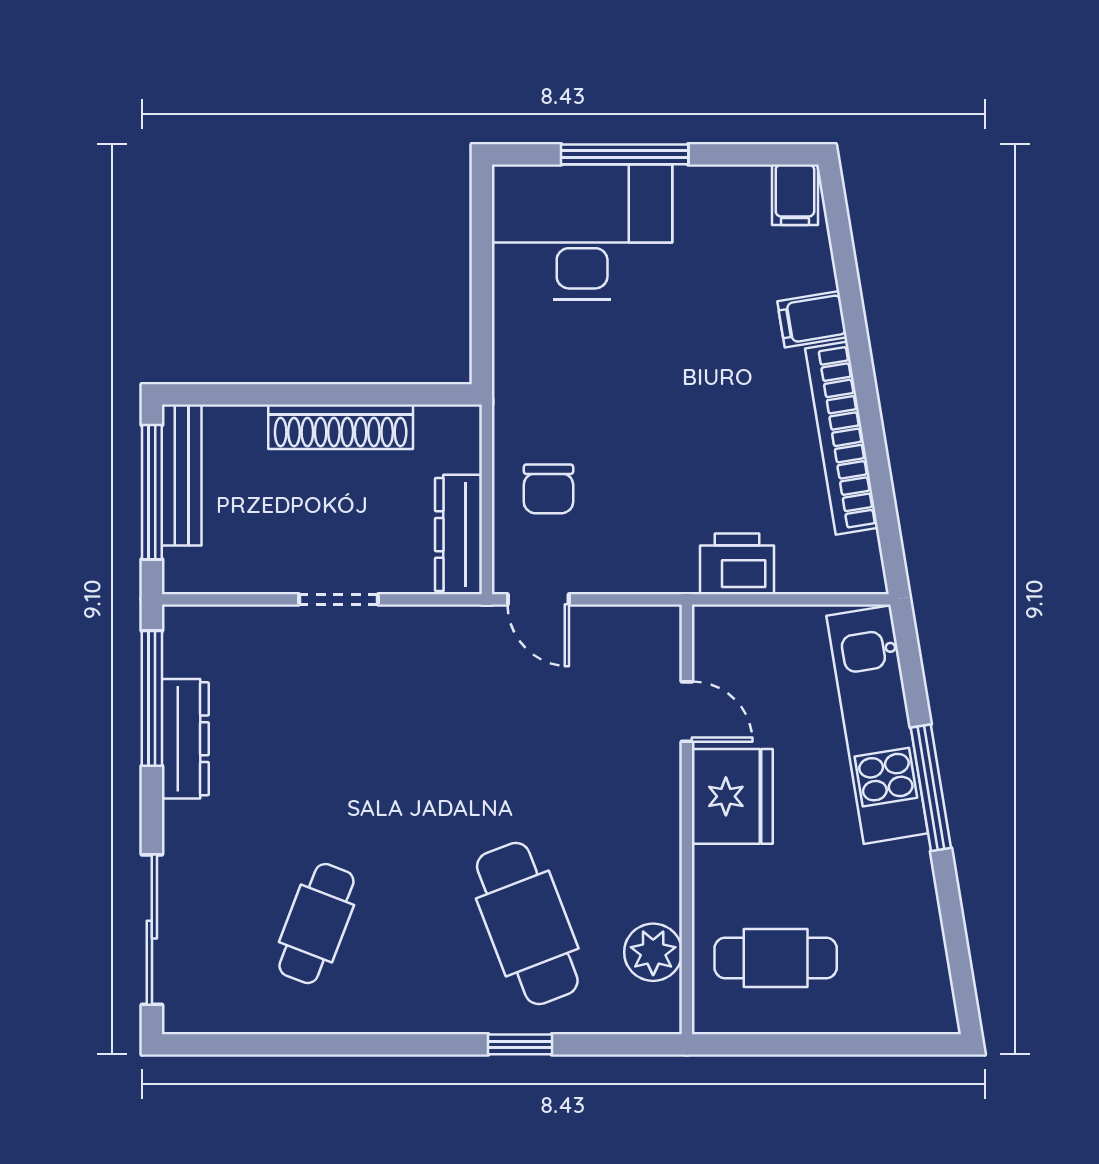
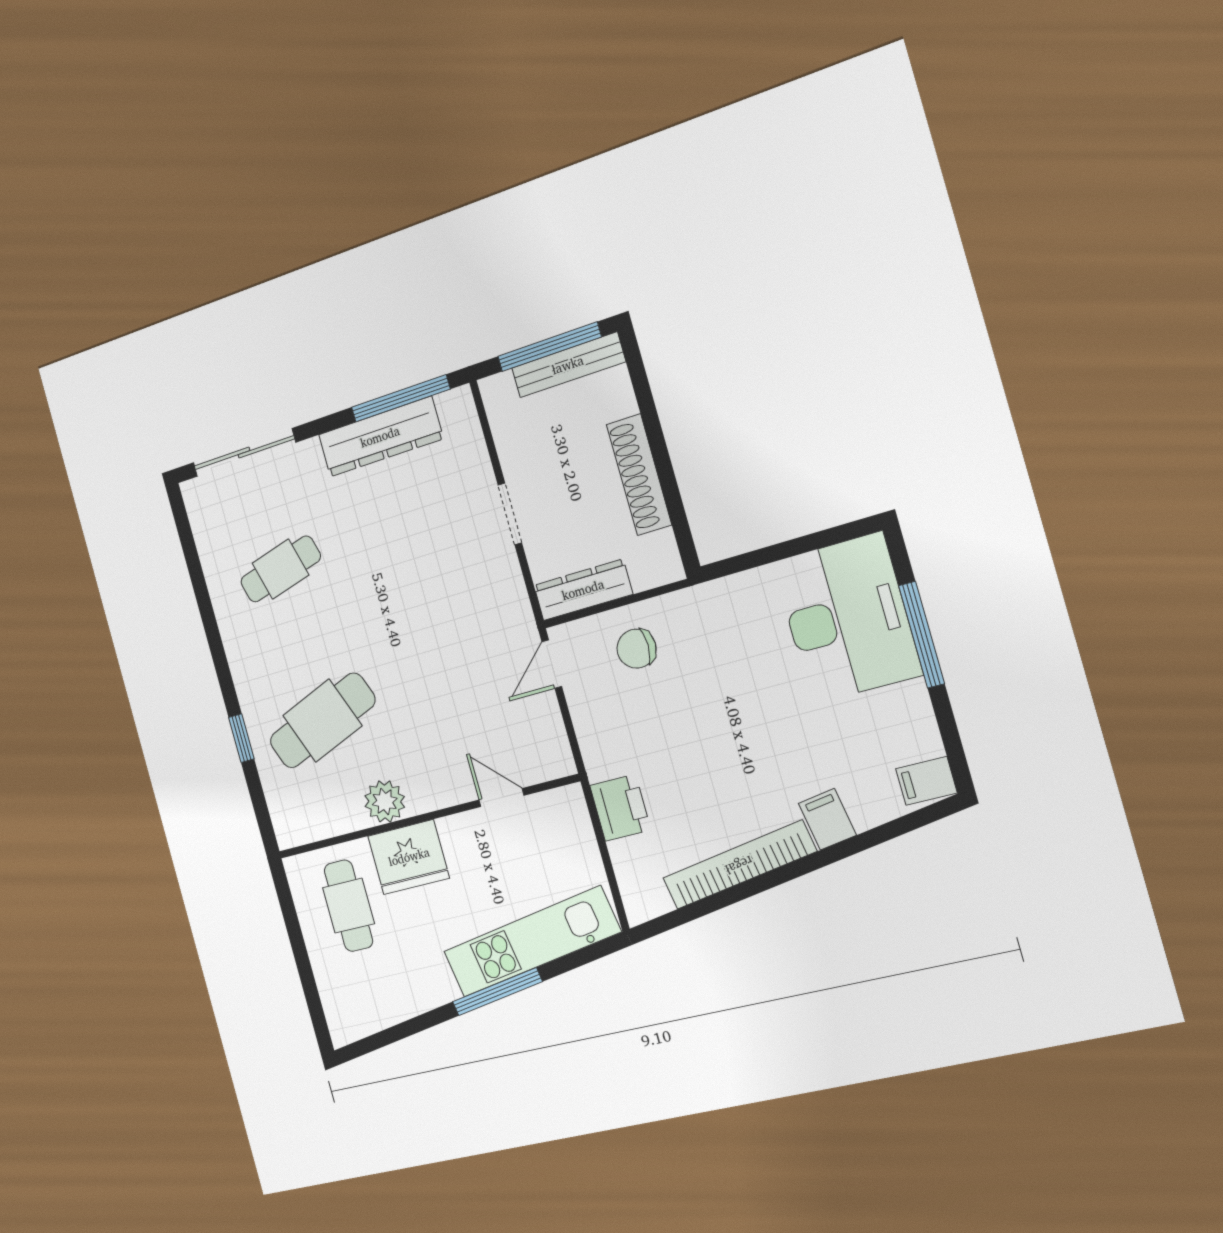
door: (687, 712) -> (501, 798), swing flipped
dresser: (185, 739) -> (380, 437), width x1.37, depth x1.24
fridge: (732, 796) -> (409, 857), moved
cafe table: (316, 924) -> (281, 569), turned -36
plant: (653, 952) -> (385, 801), moved

